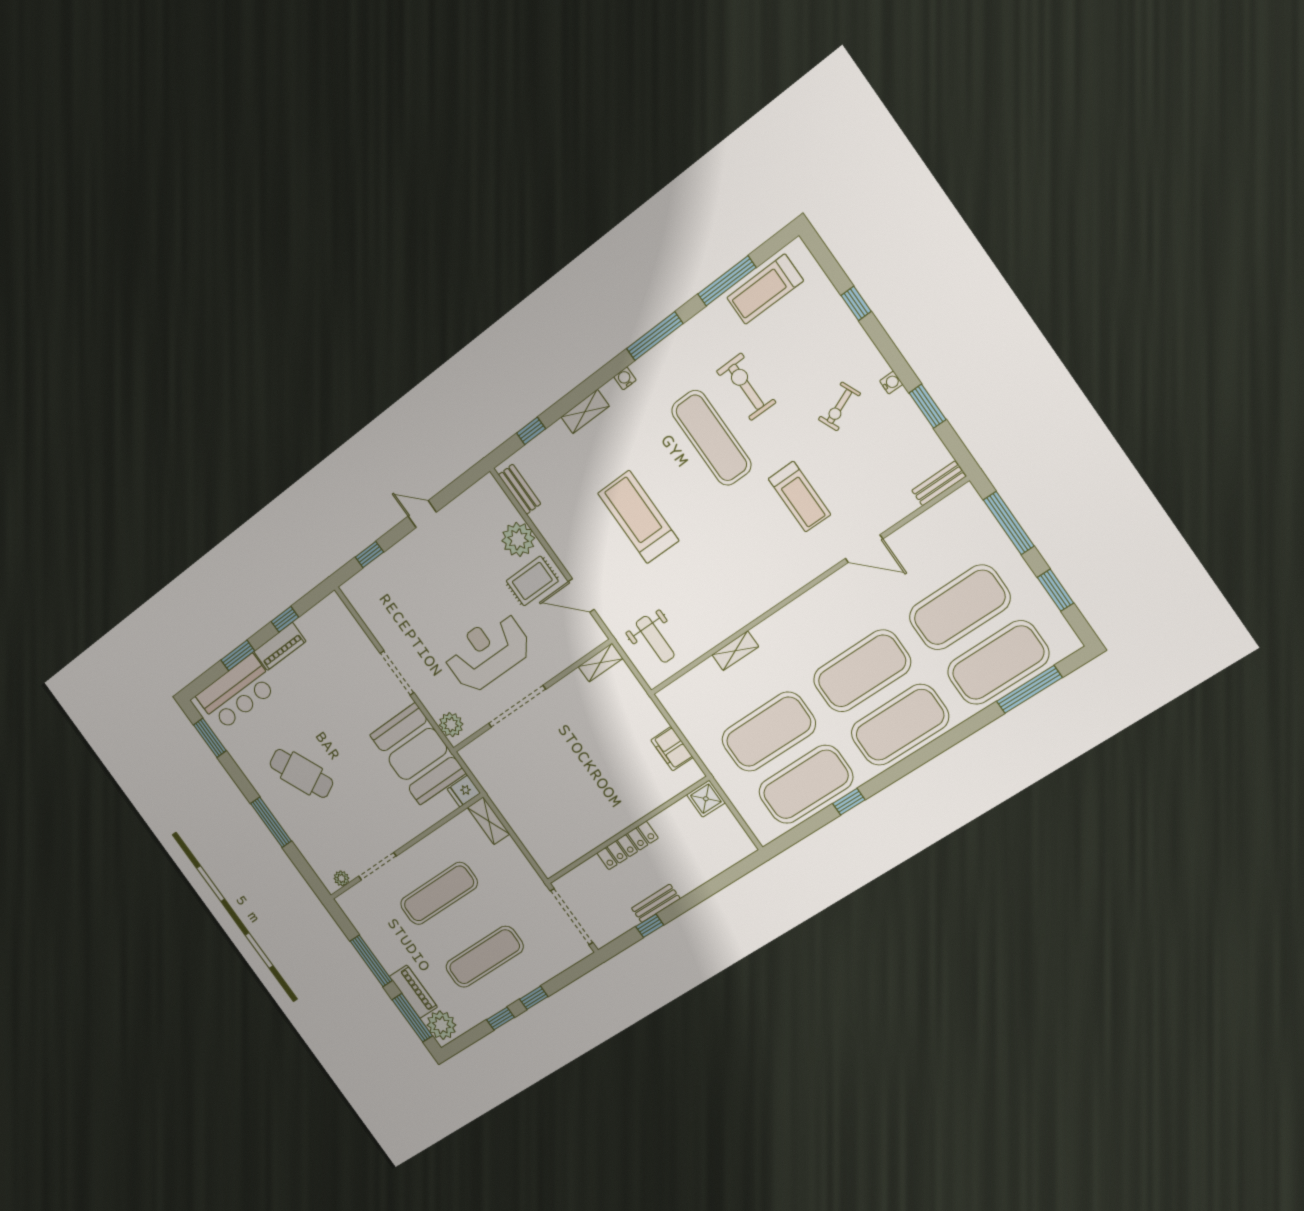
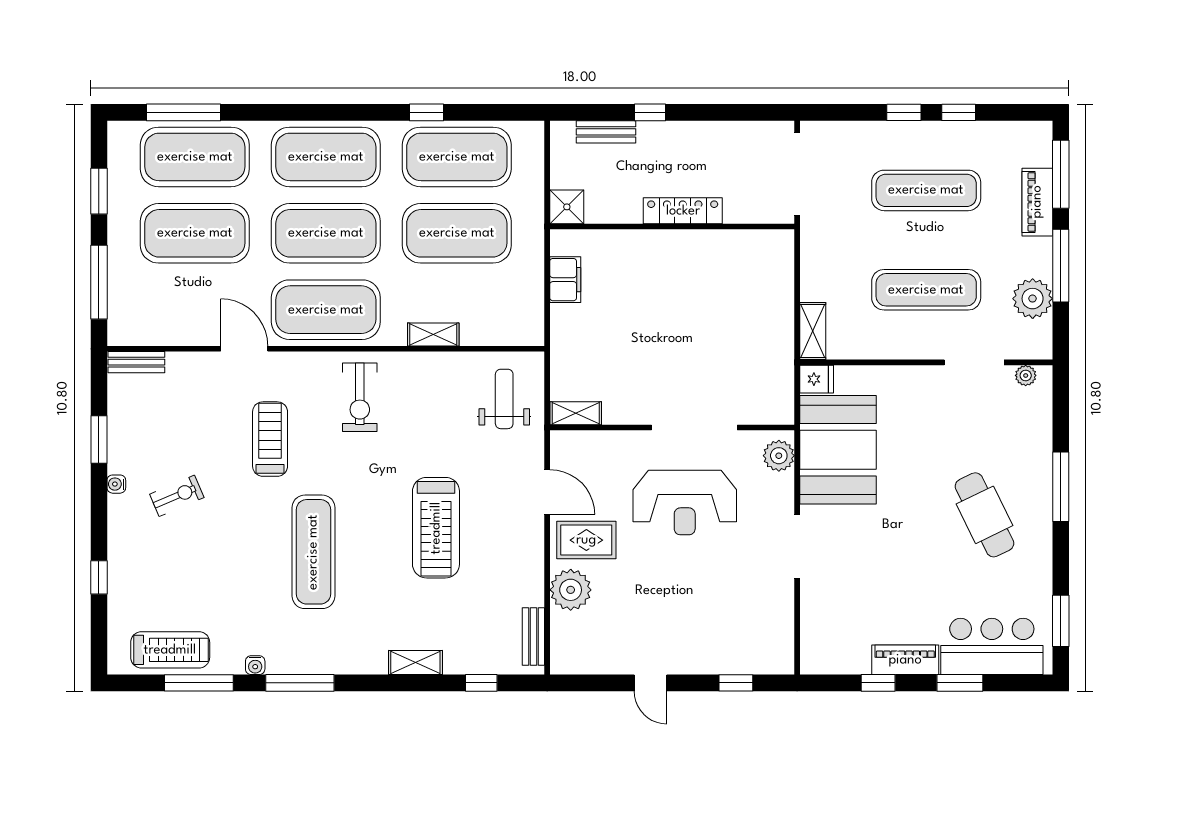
water cooler: (625, 378) -> (255, 665), moved
exercise bike: (746, 387) -> (360, 397), moved
exercise mat: (824, 617) -> (326, 310), added
bench: (656, 903) -> (606, 132), moved
window: (650, 926) -> (650, 112), moved
plant: (441, 1025) -> (1033, 299), moved

